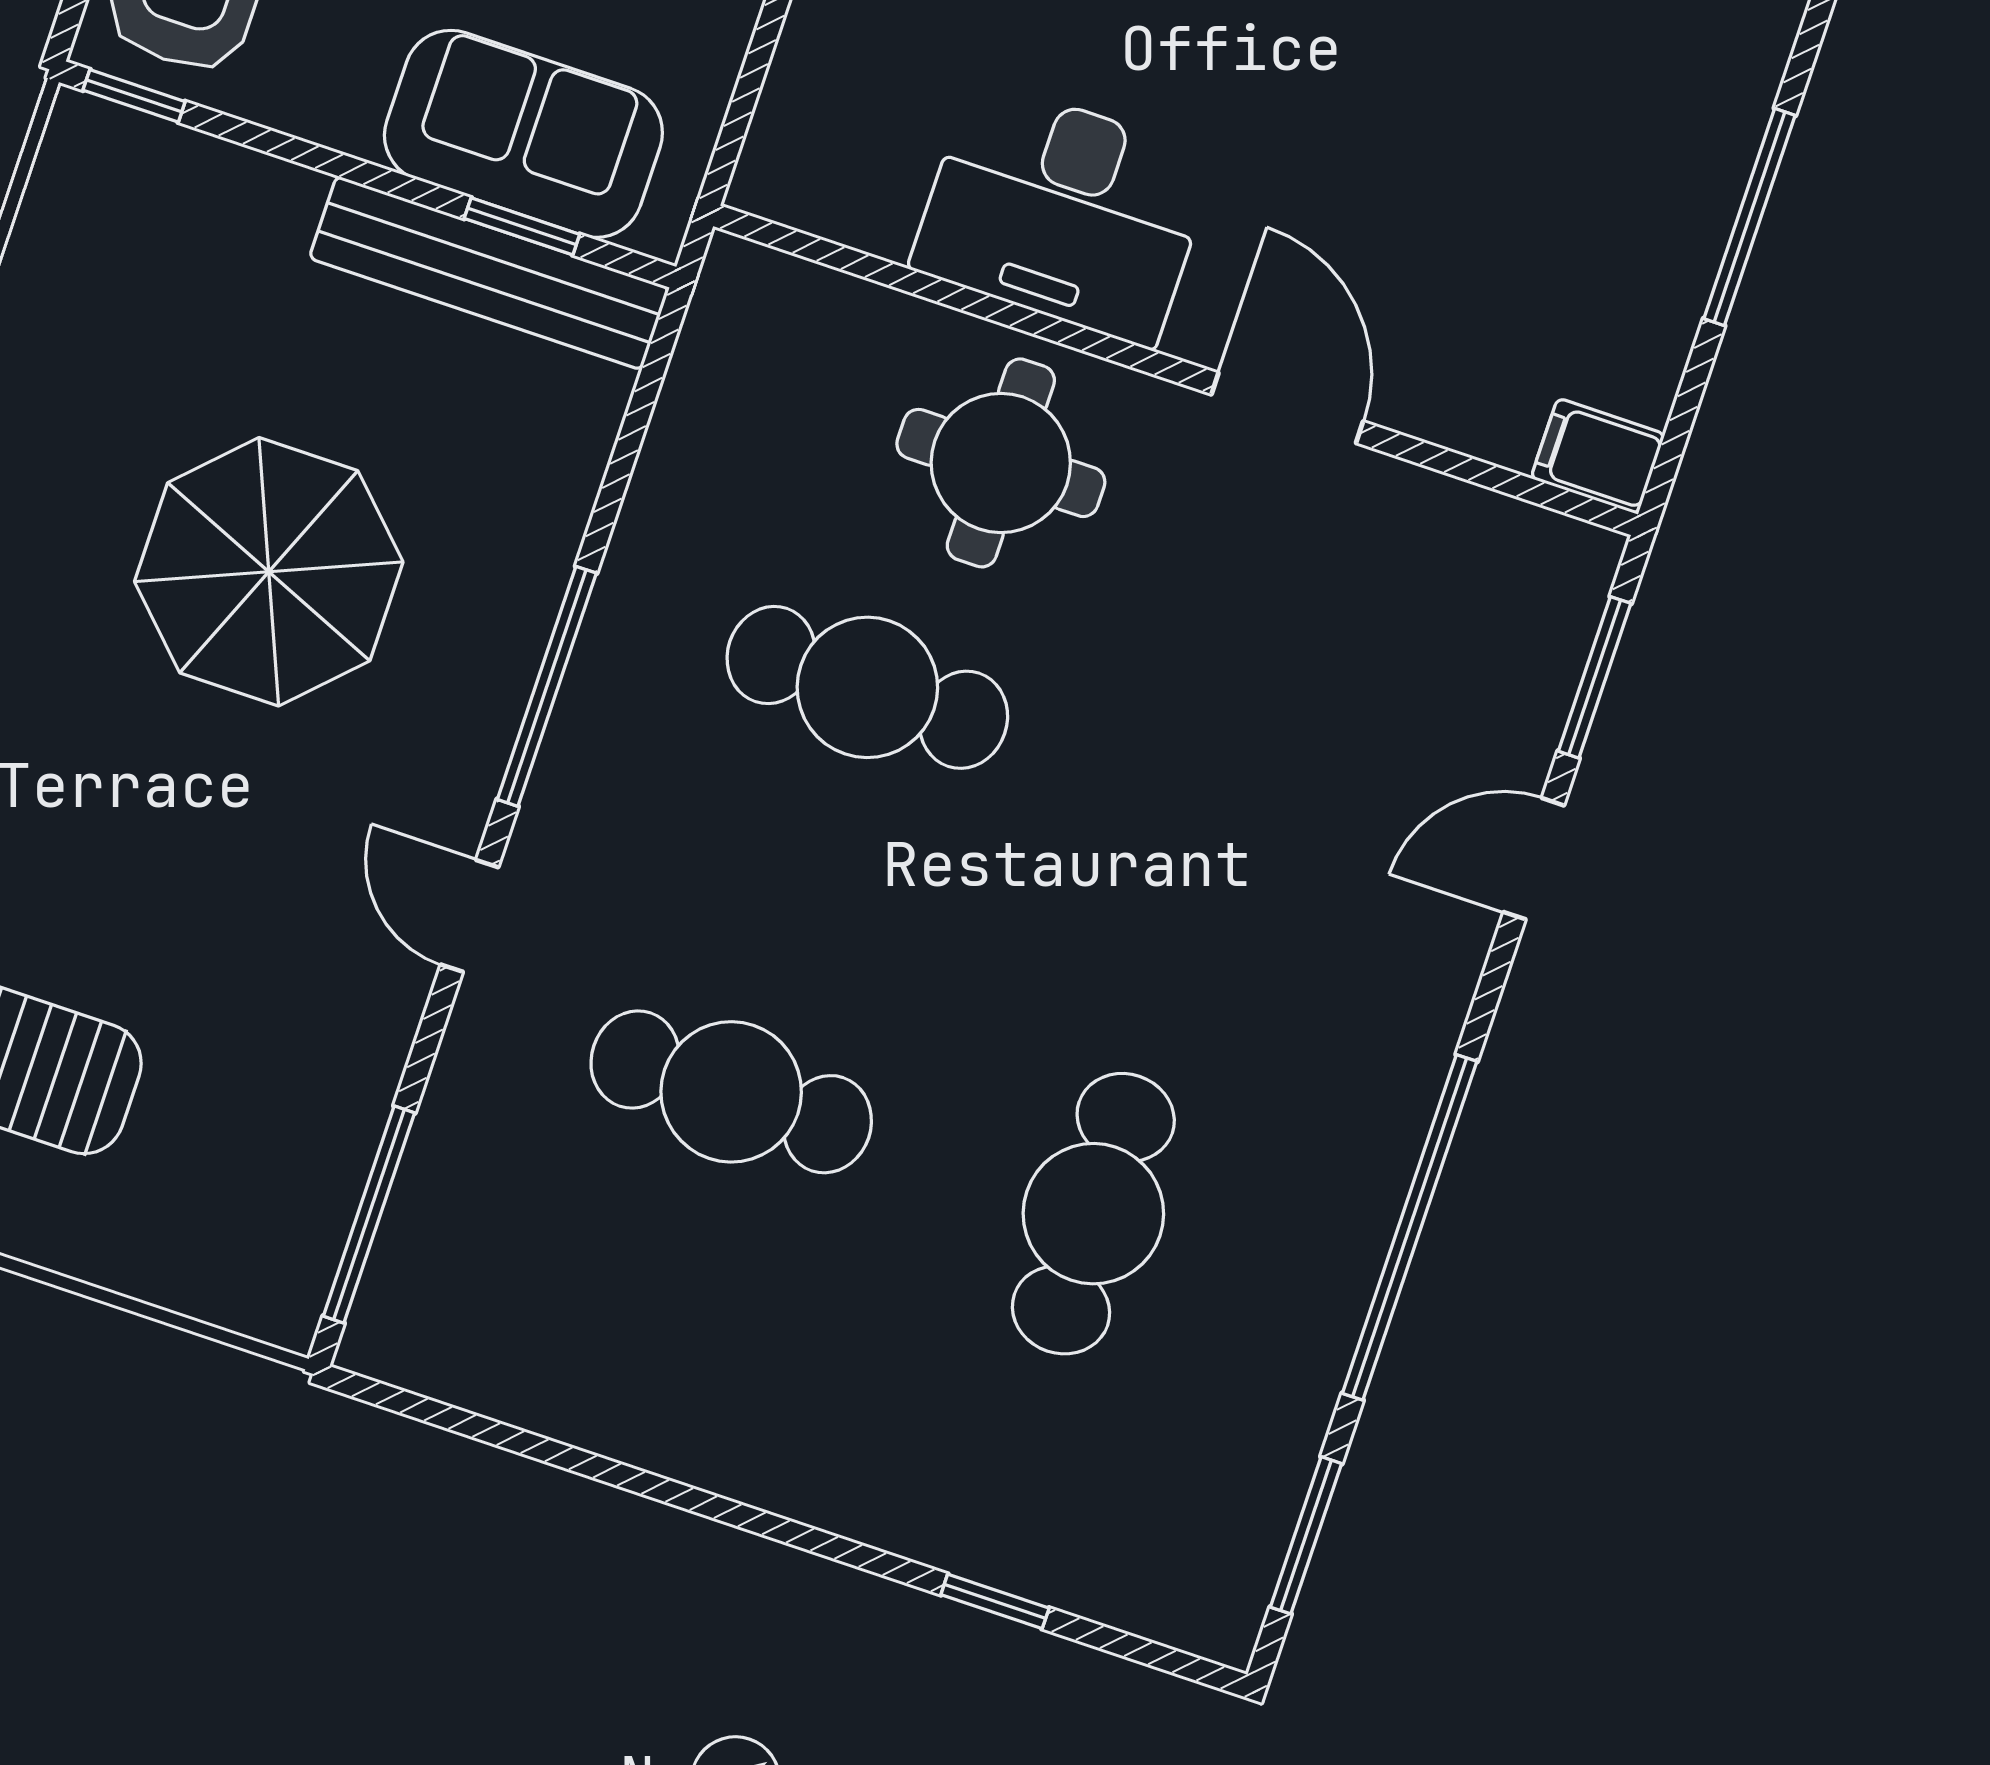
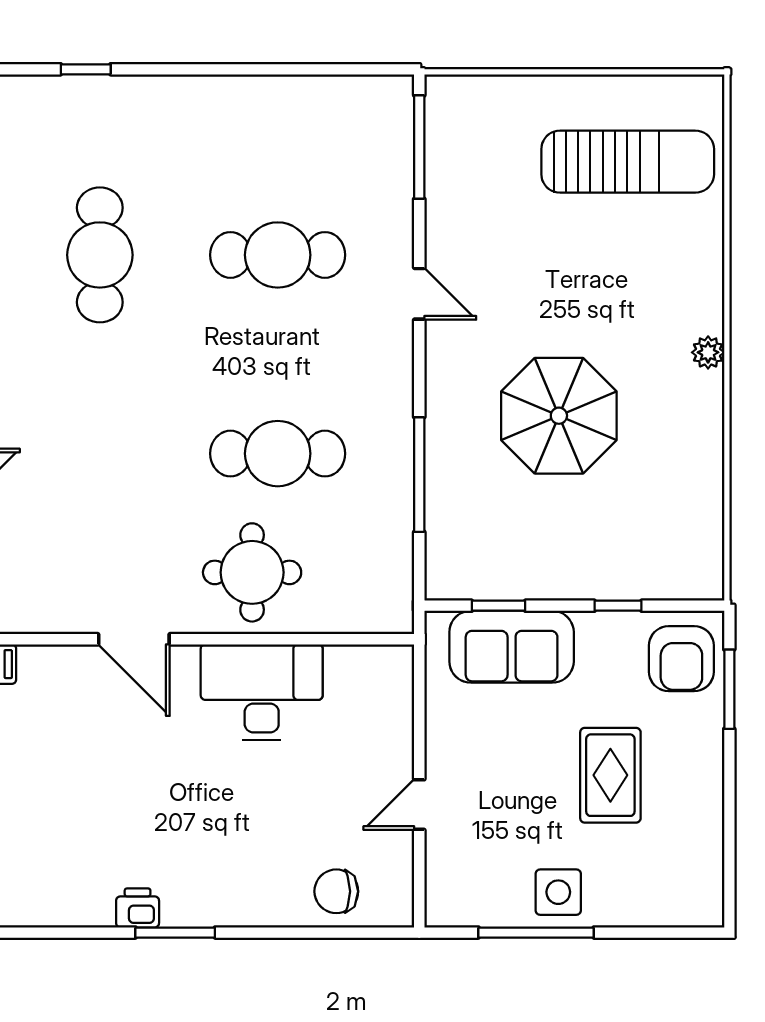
window: (134, 96) -> (618, 606), moved
bench: (489, 273) -> (506, 580), removed
window: (547, 686) -> (419, 475), moved

